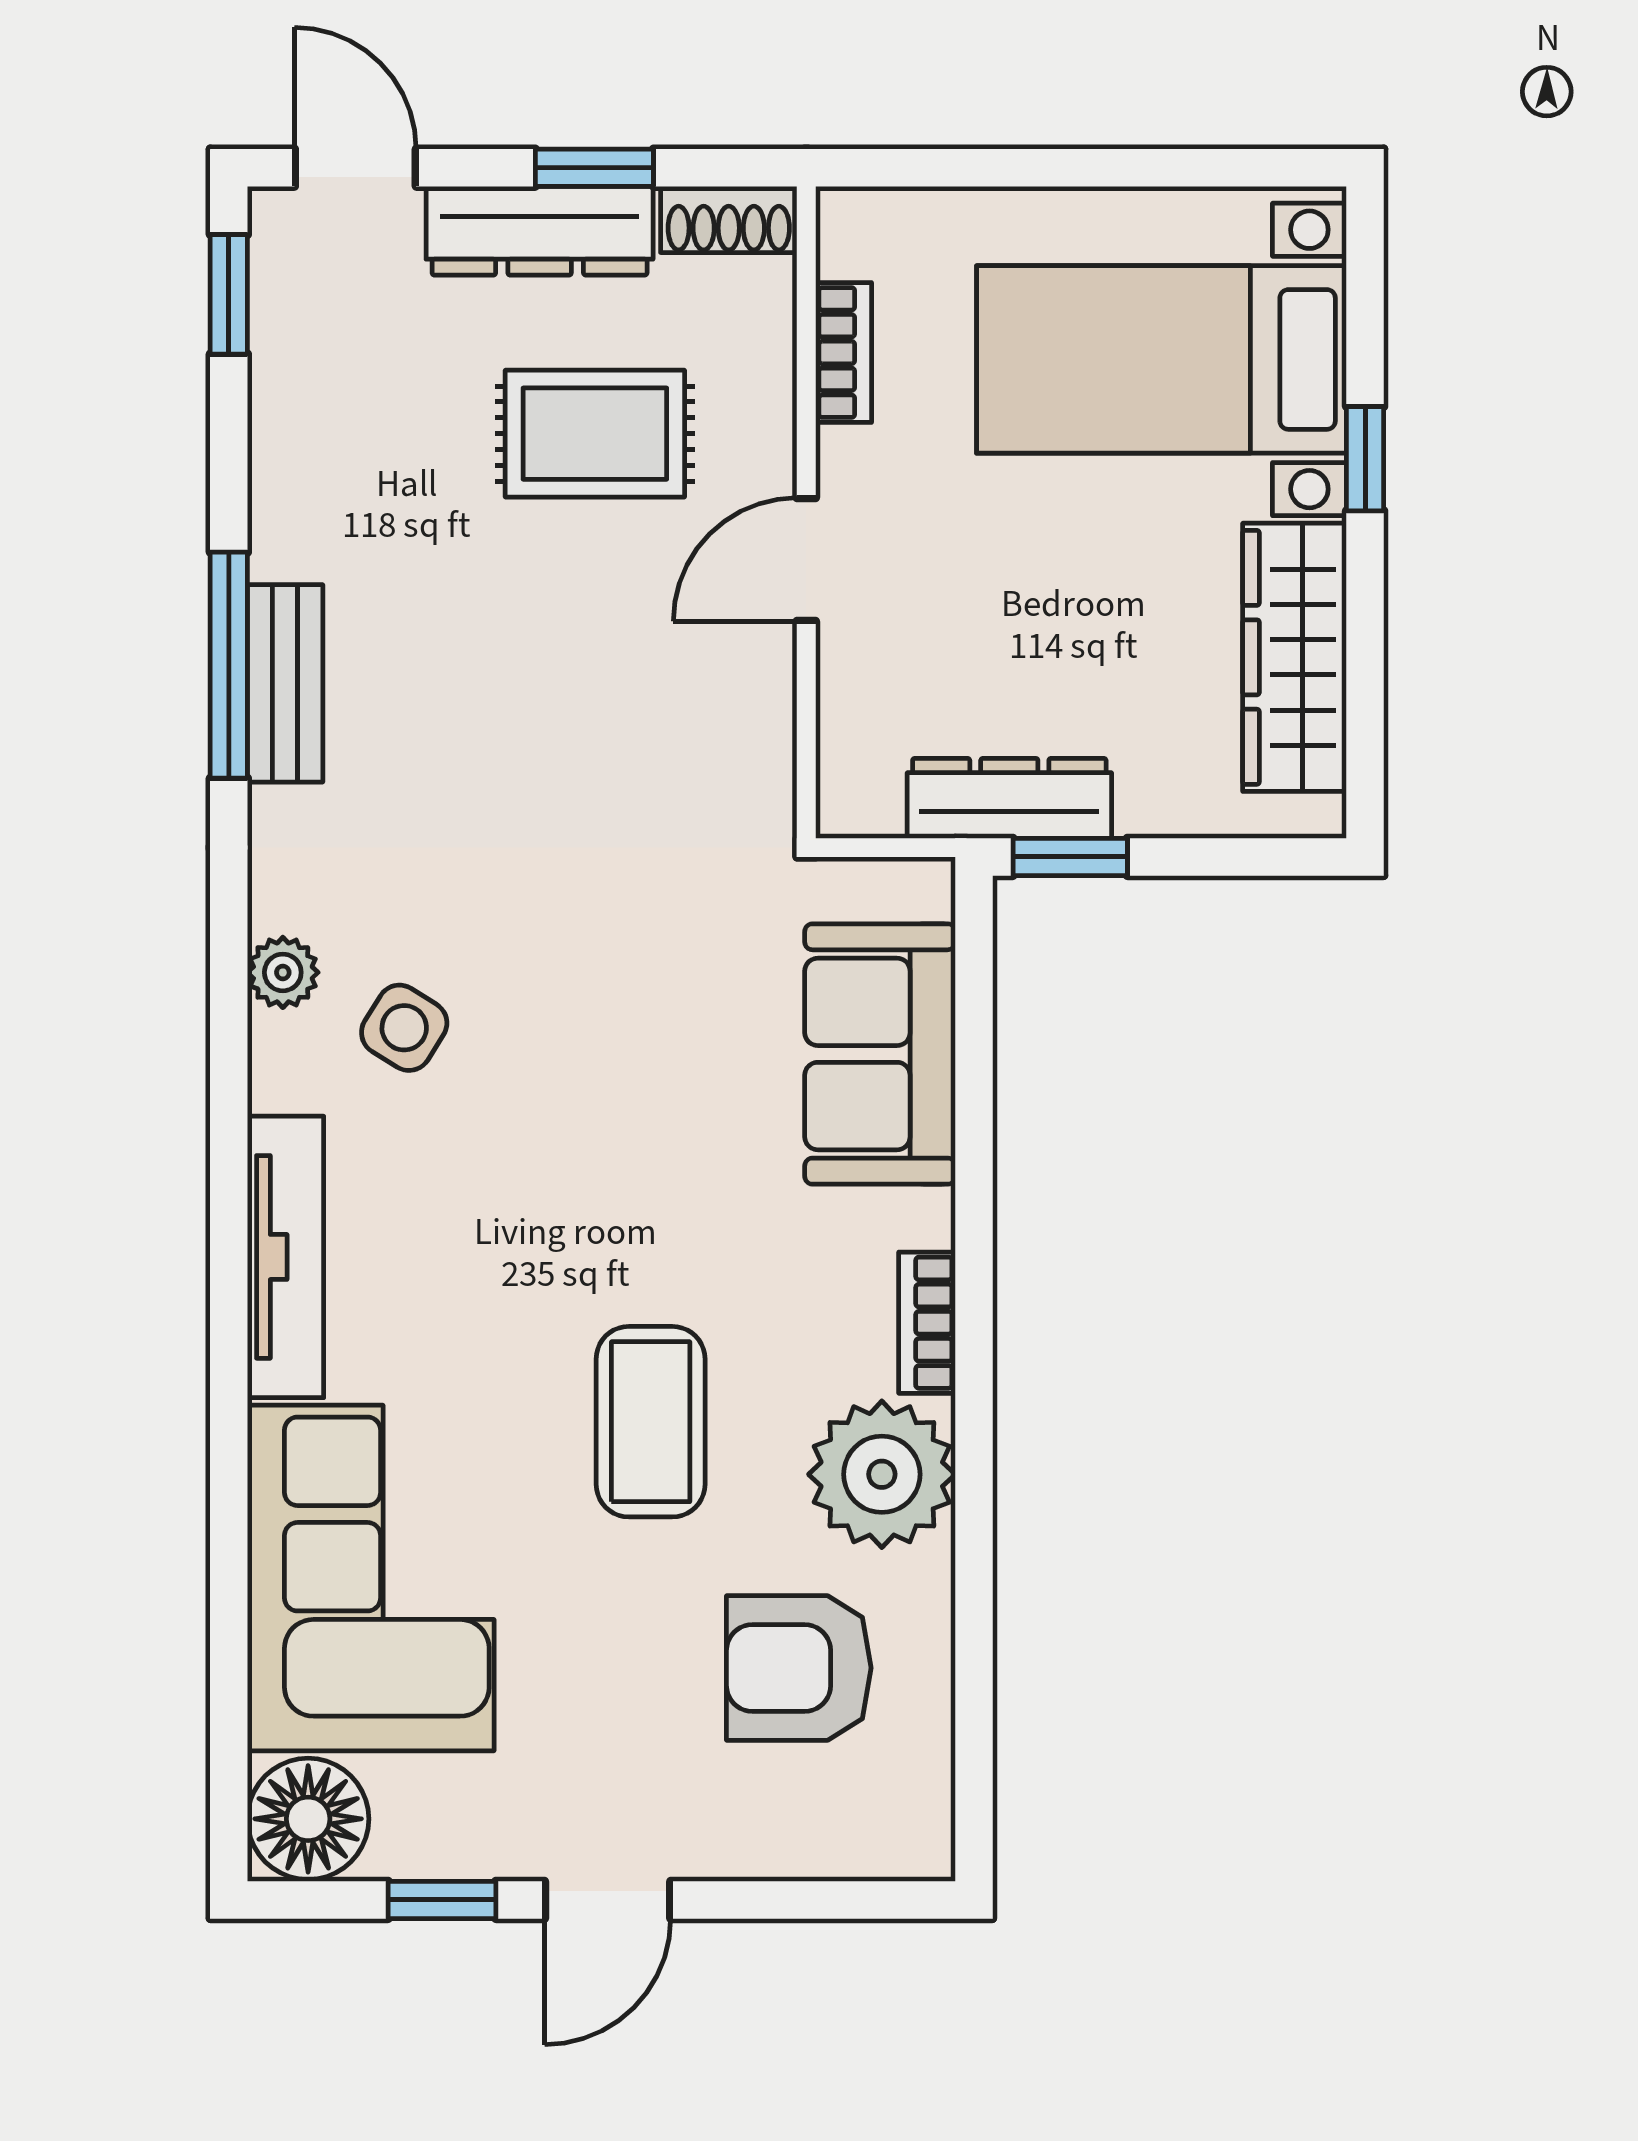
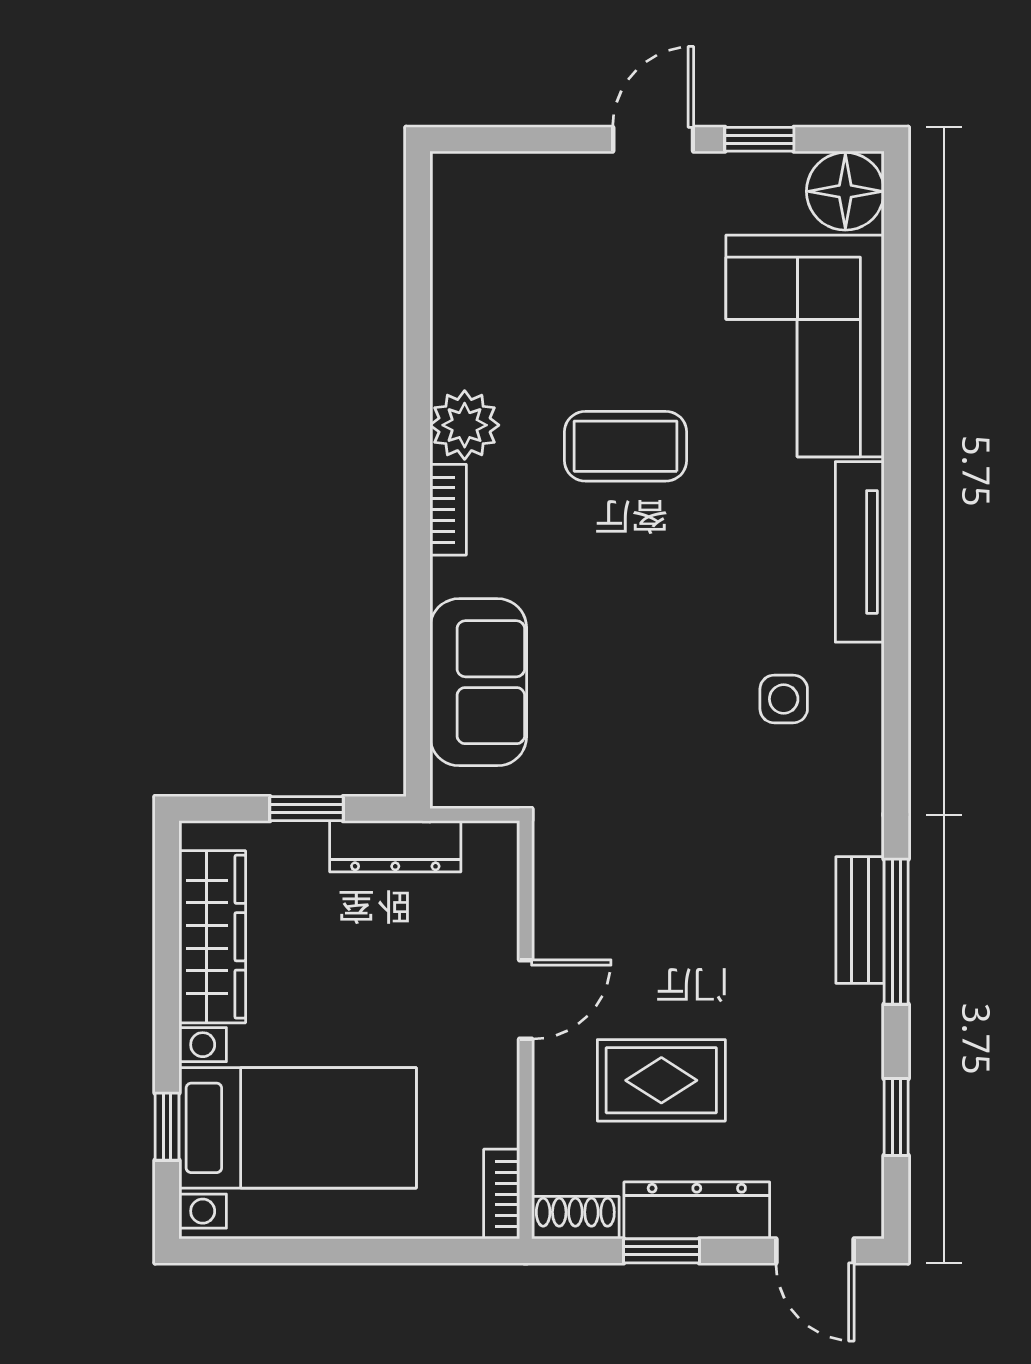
window: (229, 294) -> (896, 1117), moved
bookcase: (844, 353) -> (502, 1194), moved
window: (1365, 459) -> (167, 1127), moved
window: (1070, 857) -> (306, 809), moved
plant: (283, 972) -> (862, 734), removed
side table: (404, 1028) -> (784, 699), turned -32
coffee table: (651, 1422) -> (626, 446), turned 90
plant: (882, 1474) -> (465, 425), width x0.73, depth x0.73
armchair: (799, 1668) -> (530, 288), removed

